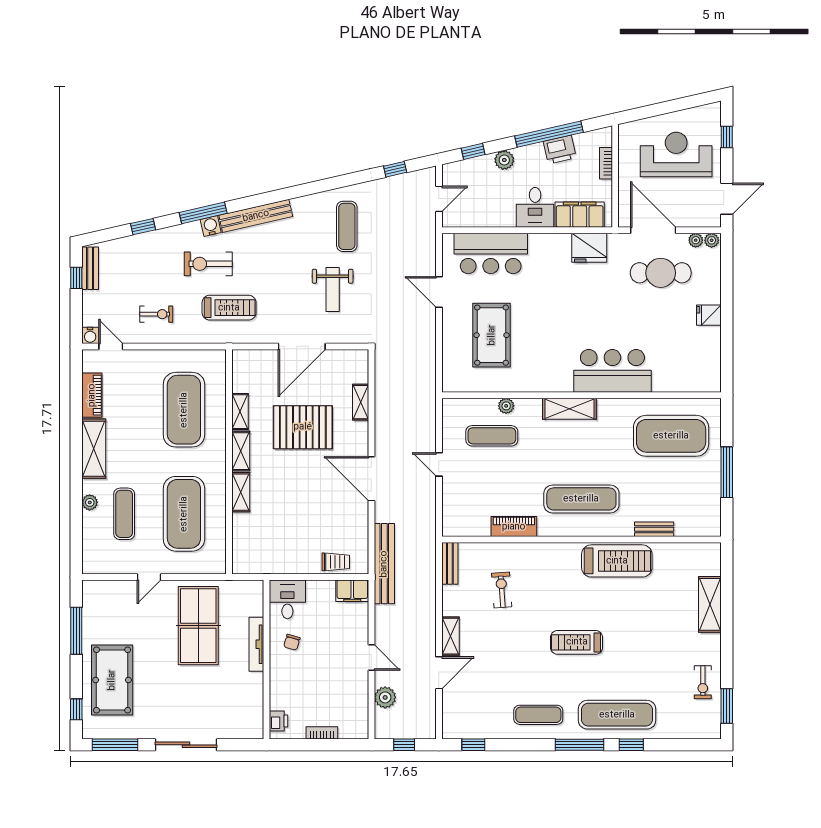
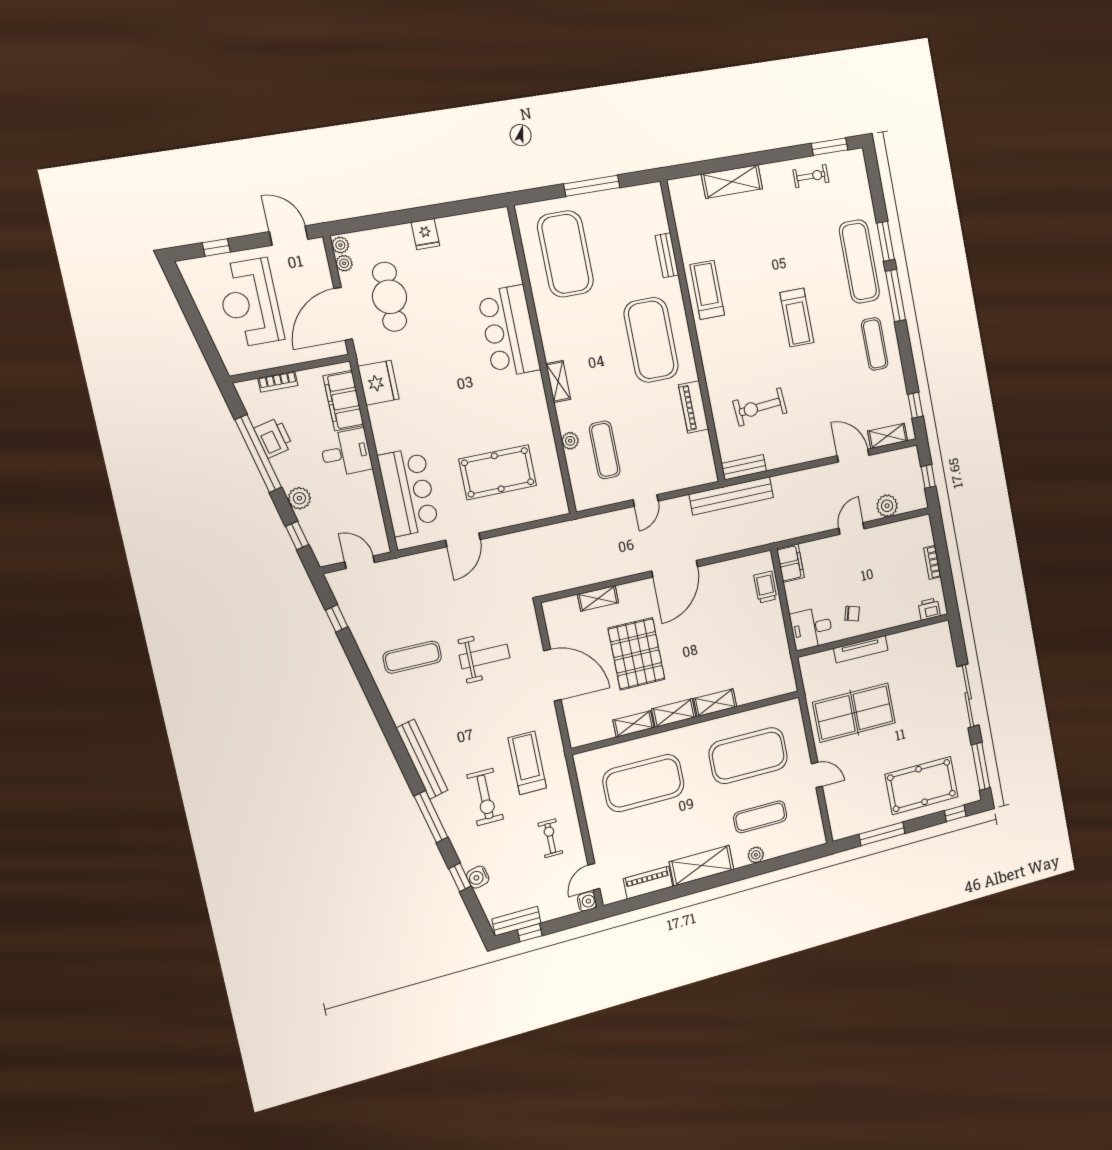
water cooler: (211, 226) -> (478, 877), moved
shelving: (569, 409) -> (558, 381), width x0.67, depth x0.75
exercise mat: (581, 499) -> (651, 340), width x1.47
treadmill: (617, 561) -> (707, 290), width x0.73, depth x0.73
bench: (384, 564) -> (731, 496), moved
exercise bike: (502, 590) -> (760, 407), width x1.38, depth x1.39
shelving: (450, 636) -> (888, 436), moved
window: (631, 745) -> (886, 241), width x1.50

